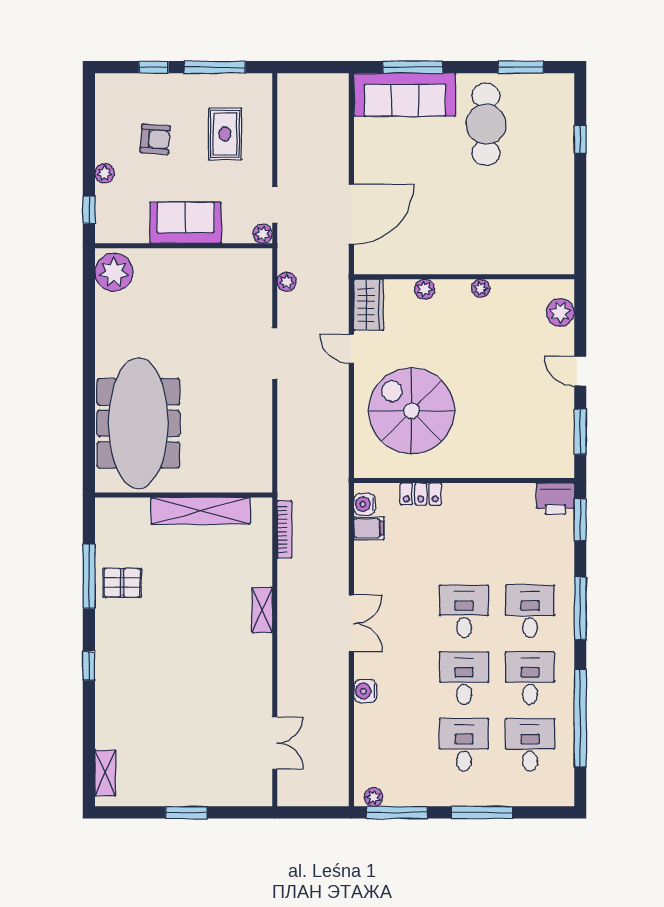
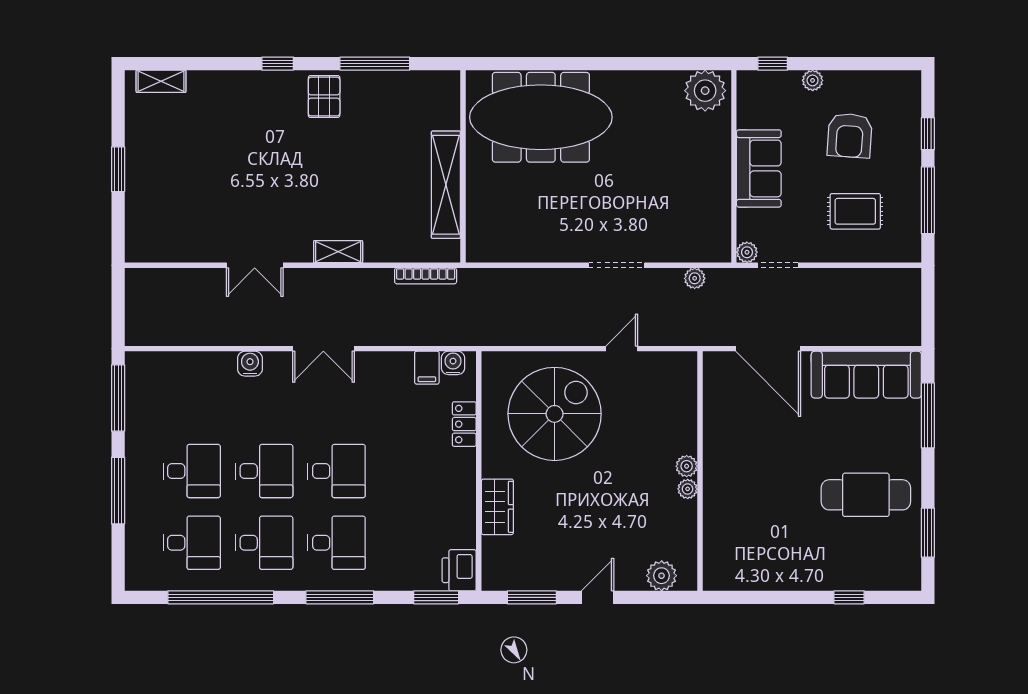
sofa: (405, 95) -> (866, 375), moved, turned -90
armchair: (155, 139) -> (850, 135), width x1.38, depth x1.38
plant: (425, 289) -> (687, 466), moved
wardrobe: (369, 305) -> (497, 507), moved, turned -90
pallet: (122, 583) -> (324, 97), moved
double door: (275, 743) -> (255, 265), moved
plant: (374, 797) -> (135, 373), removed

